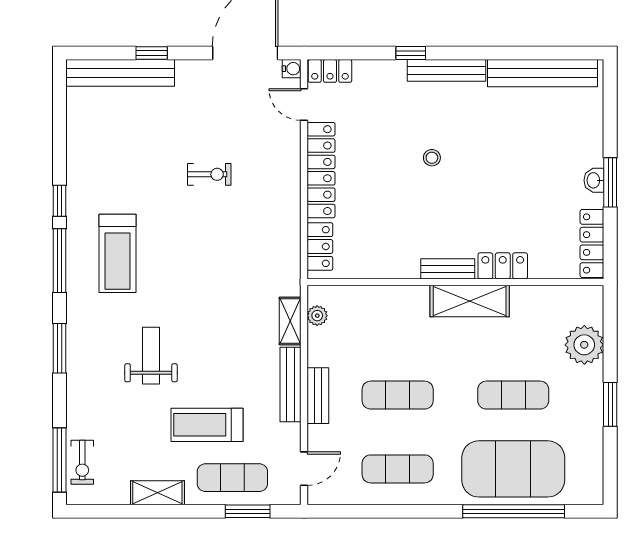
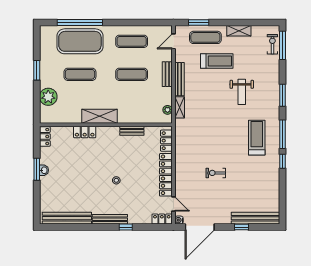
locker: (592, 243) -> (45, 137), width x0.66
bench: (448, 269) -> (132, 131), moved

